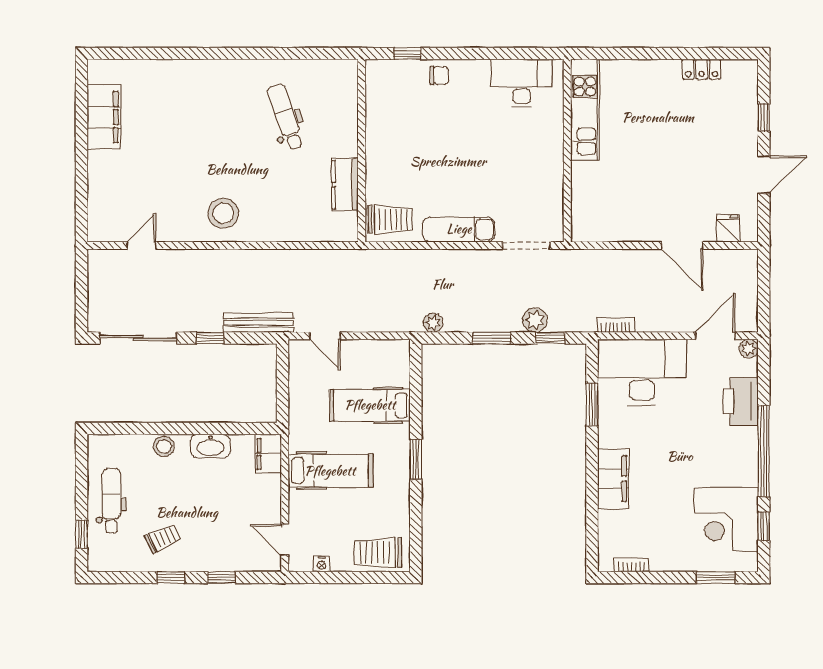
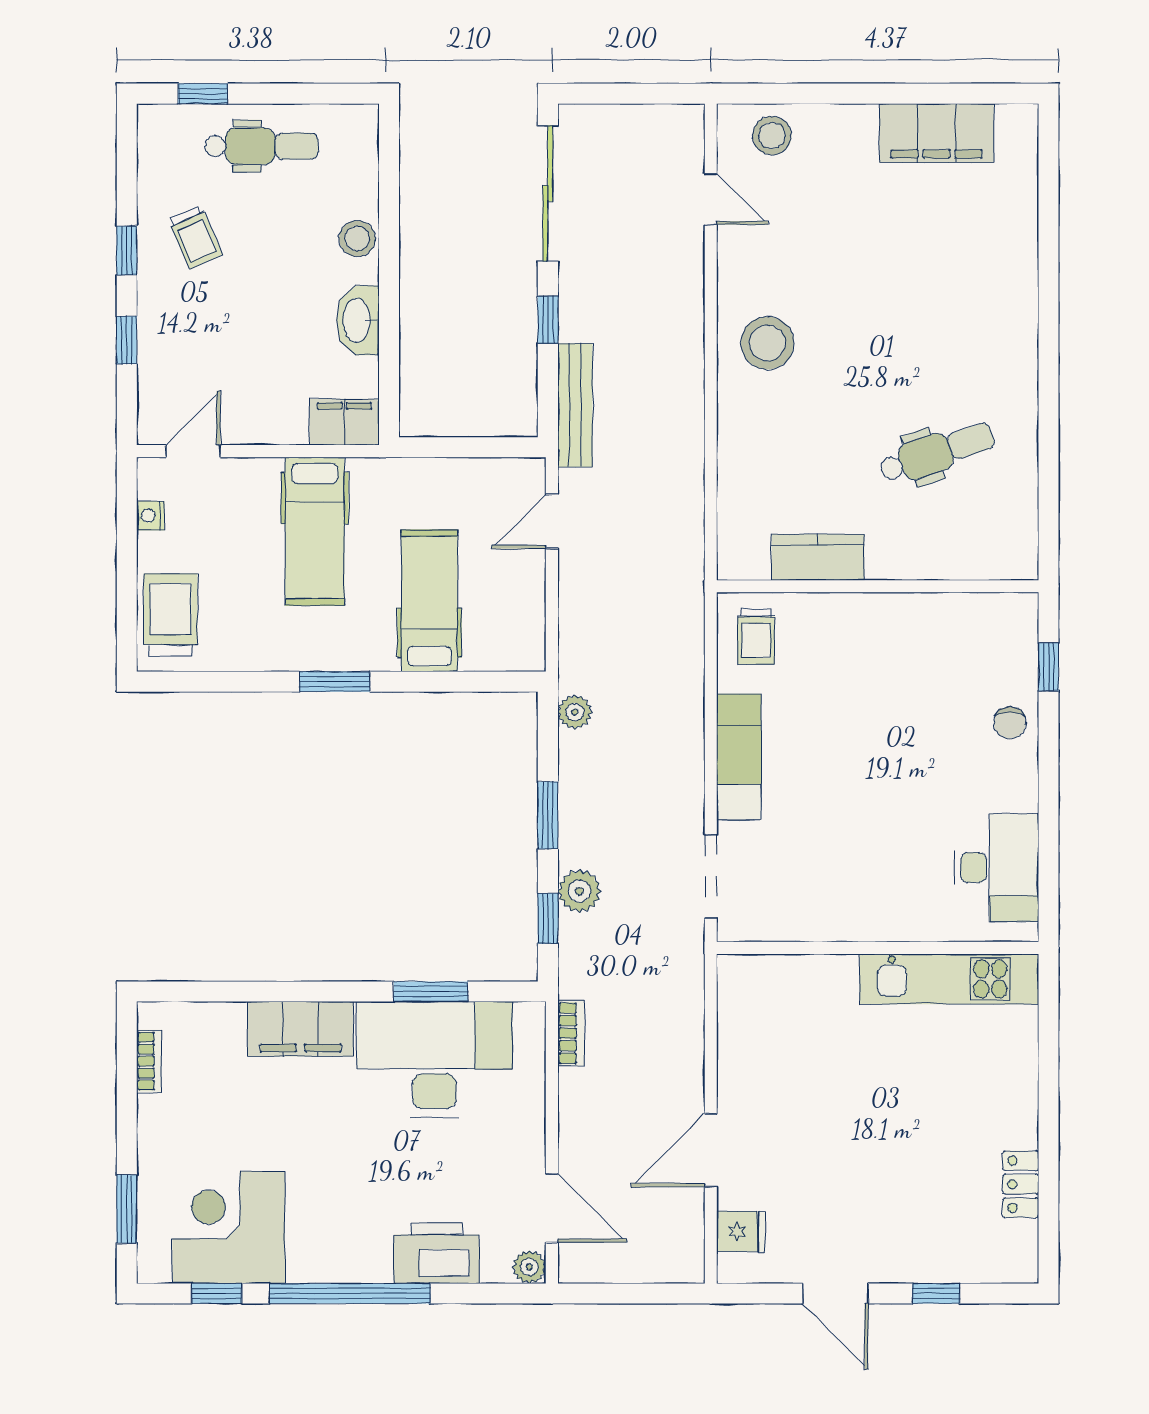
stool: (105, 211) -> (772, 136), added
trolley: (390, 220) -> (756, 637), width x0.73, depth x0.72
desk: (642, 372) -> (434, 1060), moved, turned -90

